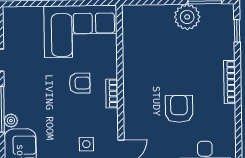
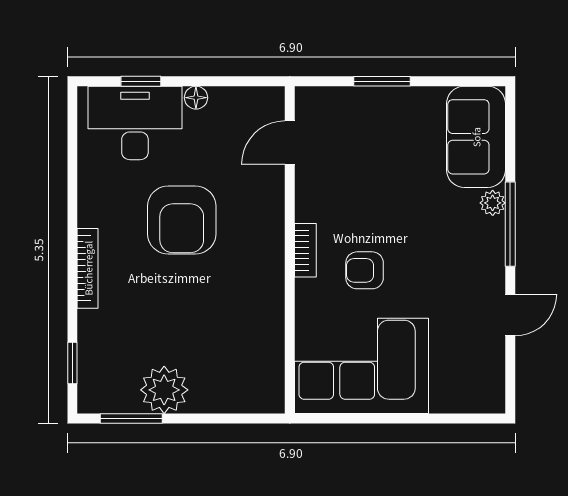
armchair: (179, 109) -> (182, 220), width x1.36, depth x1.36
side table: (86, 144) -> (354, 157), removed

